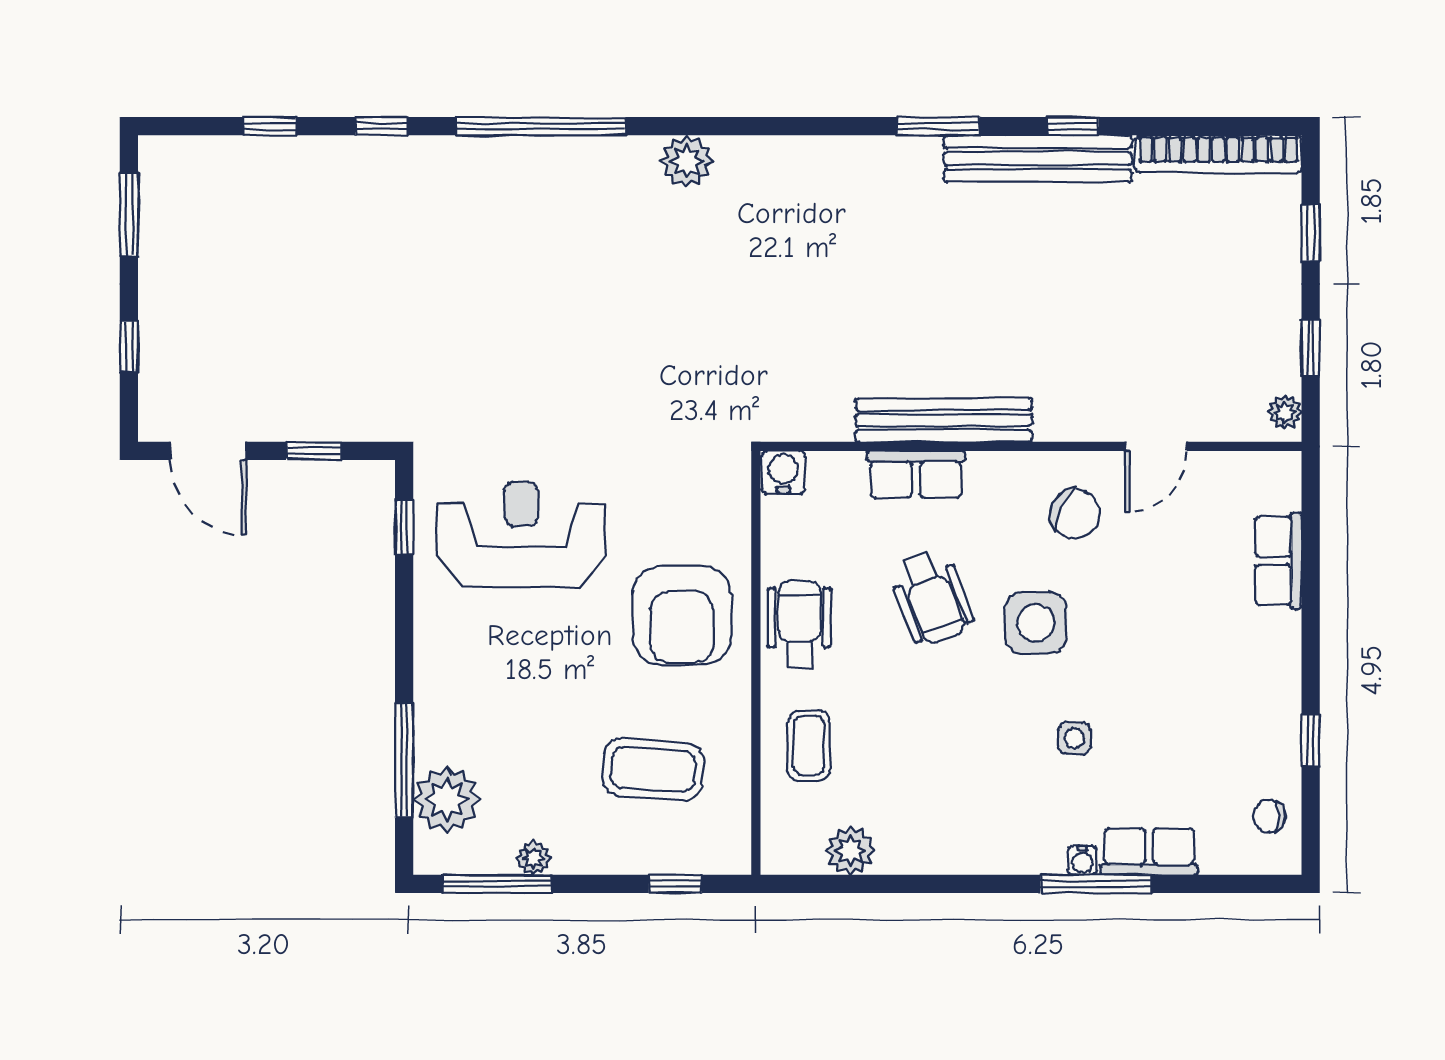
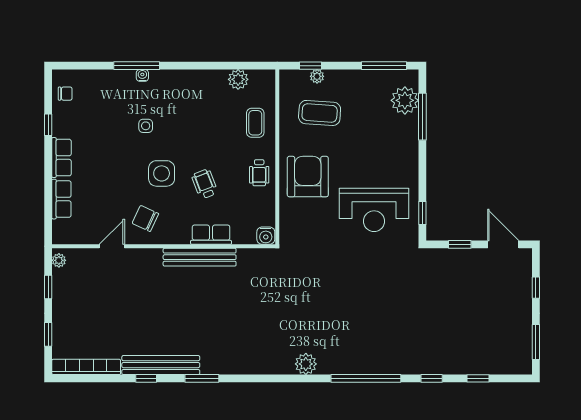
wheelchair: (931, 597) -> (205, 184), width x0.73, depth x0.73
wheelchair: (799, 625) -> (259, 173), width x0.73, depth x0.73
row of seats: (1149, 852) -> (61, 158), moved, turned -90
plant: (533, 858) -> (317, 76), moved

